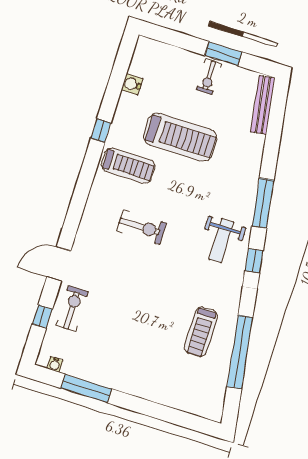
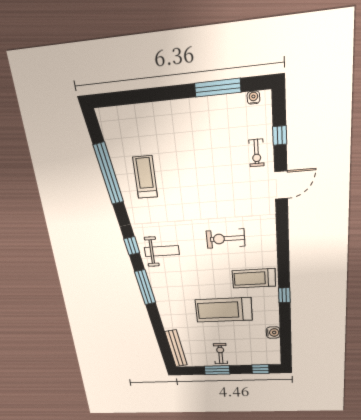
window: (167, 36) -> (260, 369), added
weight bench: (221, 241) -> (162, 251), turned 90
exercise bike: (72, 308) -> (256, 153), width x0.73, depth x0.72

